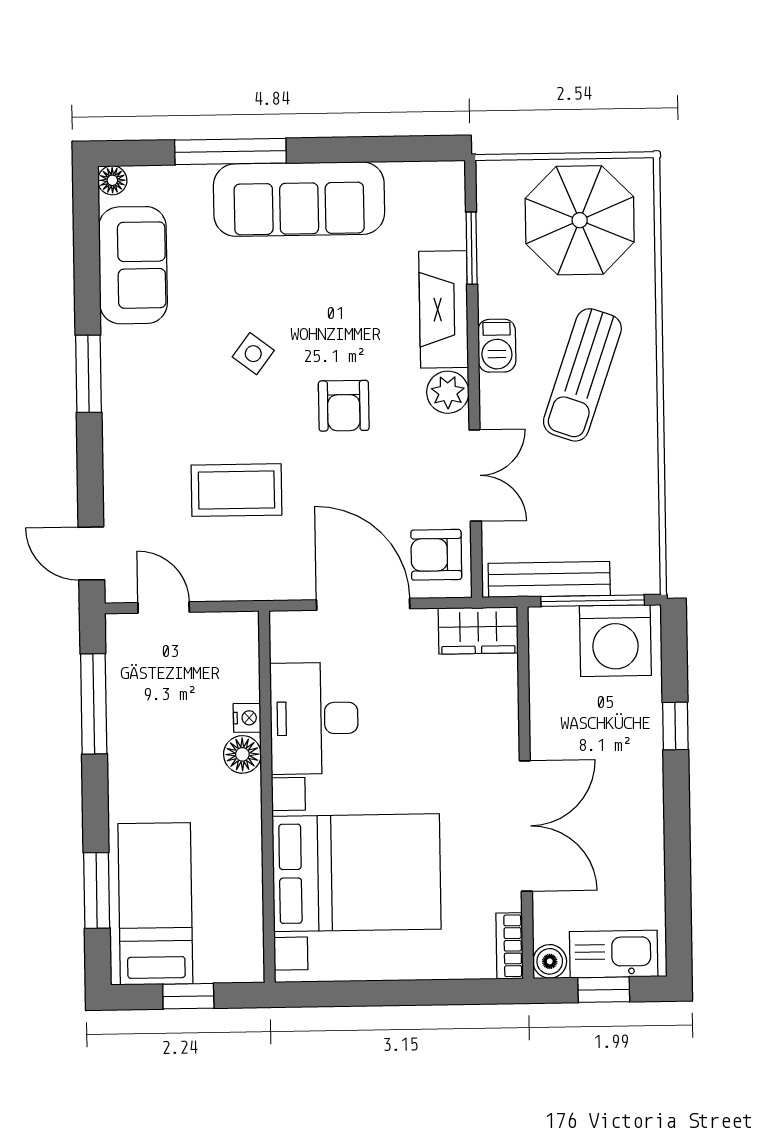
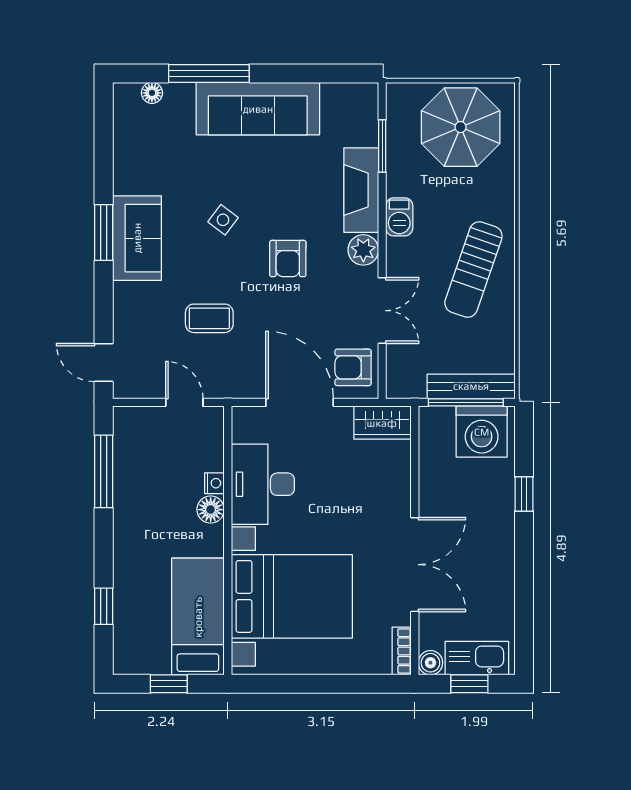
floor lamp: (112, 180) -> (152, 93), moved
sofa: (133, 265) -> (137, 238), moved
sun lounger: (582, 375) -> (473, 269), moved
coffee table: (236, 490) -> (209, 318), width x0.73, depth x0.77
bench: (549, 579) -> (471, 386), moved
door: (164, 607) -> (184, 402), moved
window: (97, 890) -> (104, 606), width x0.67
bed: (155, 904) -> (198, 617), moved

